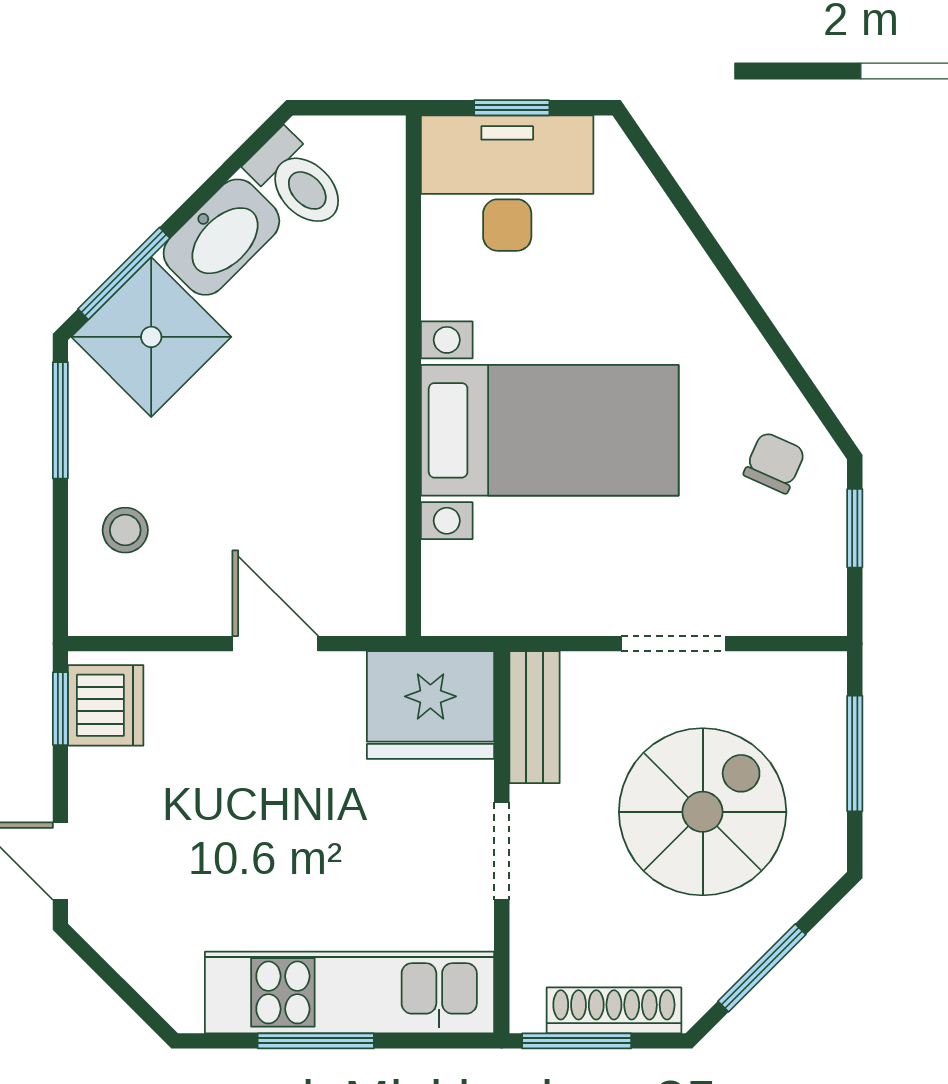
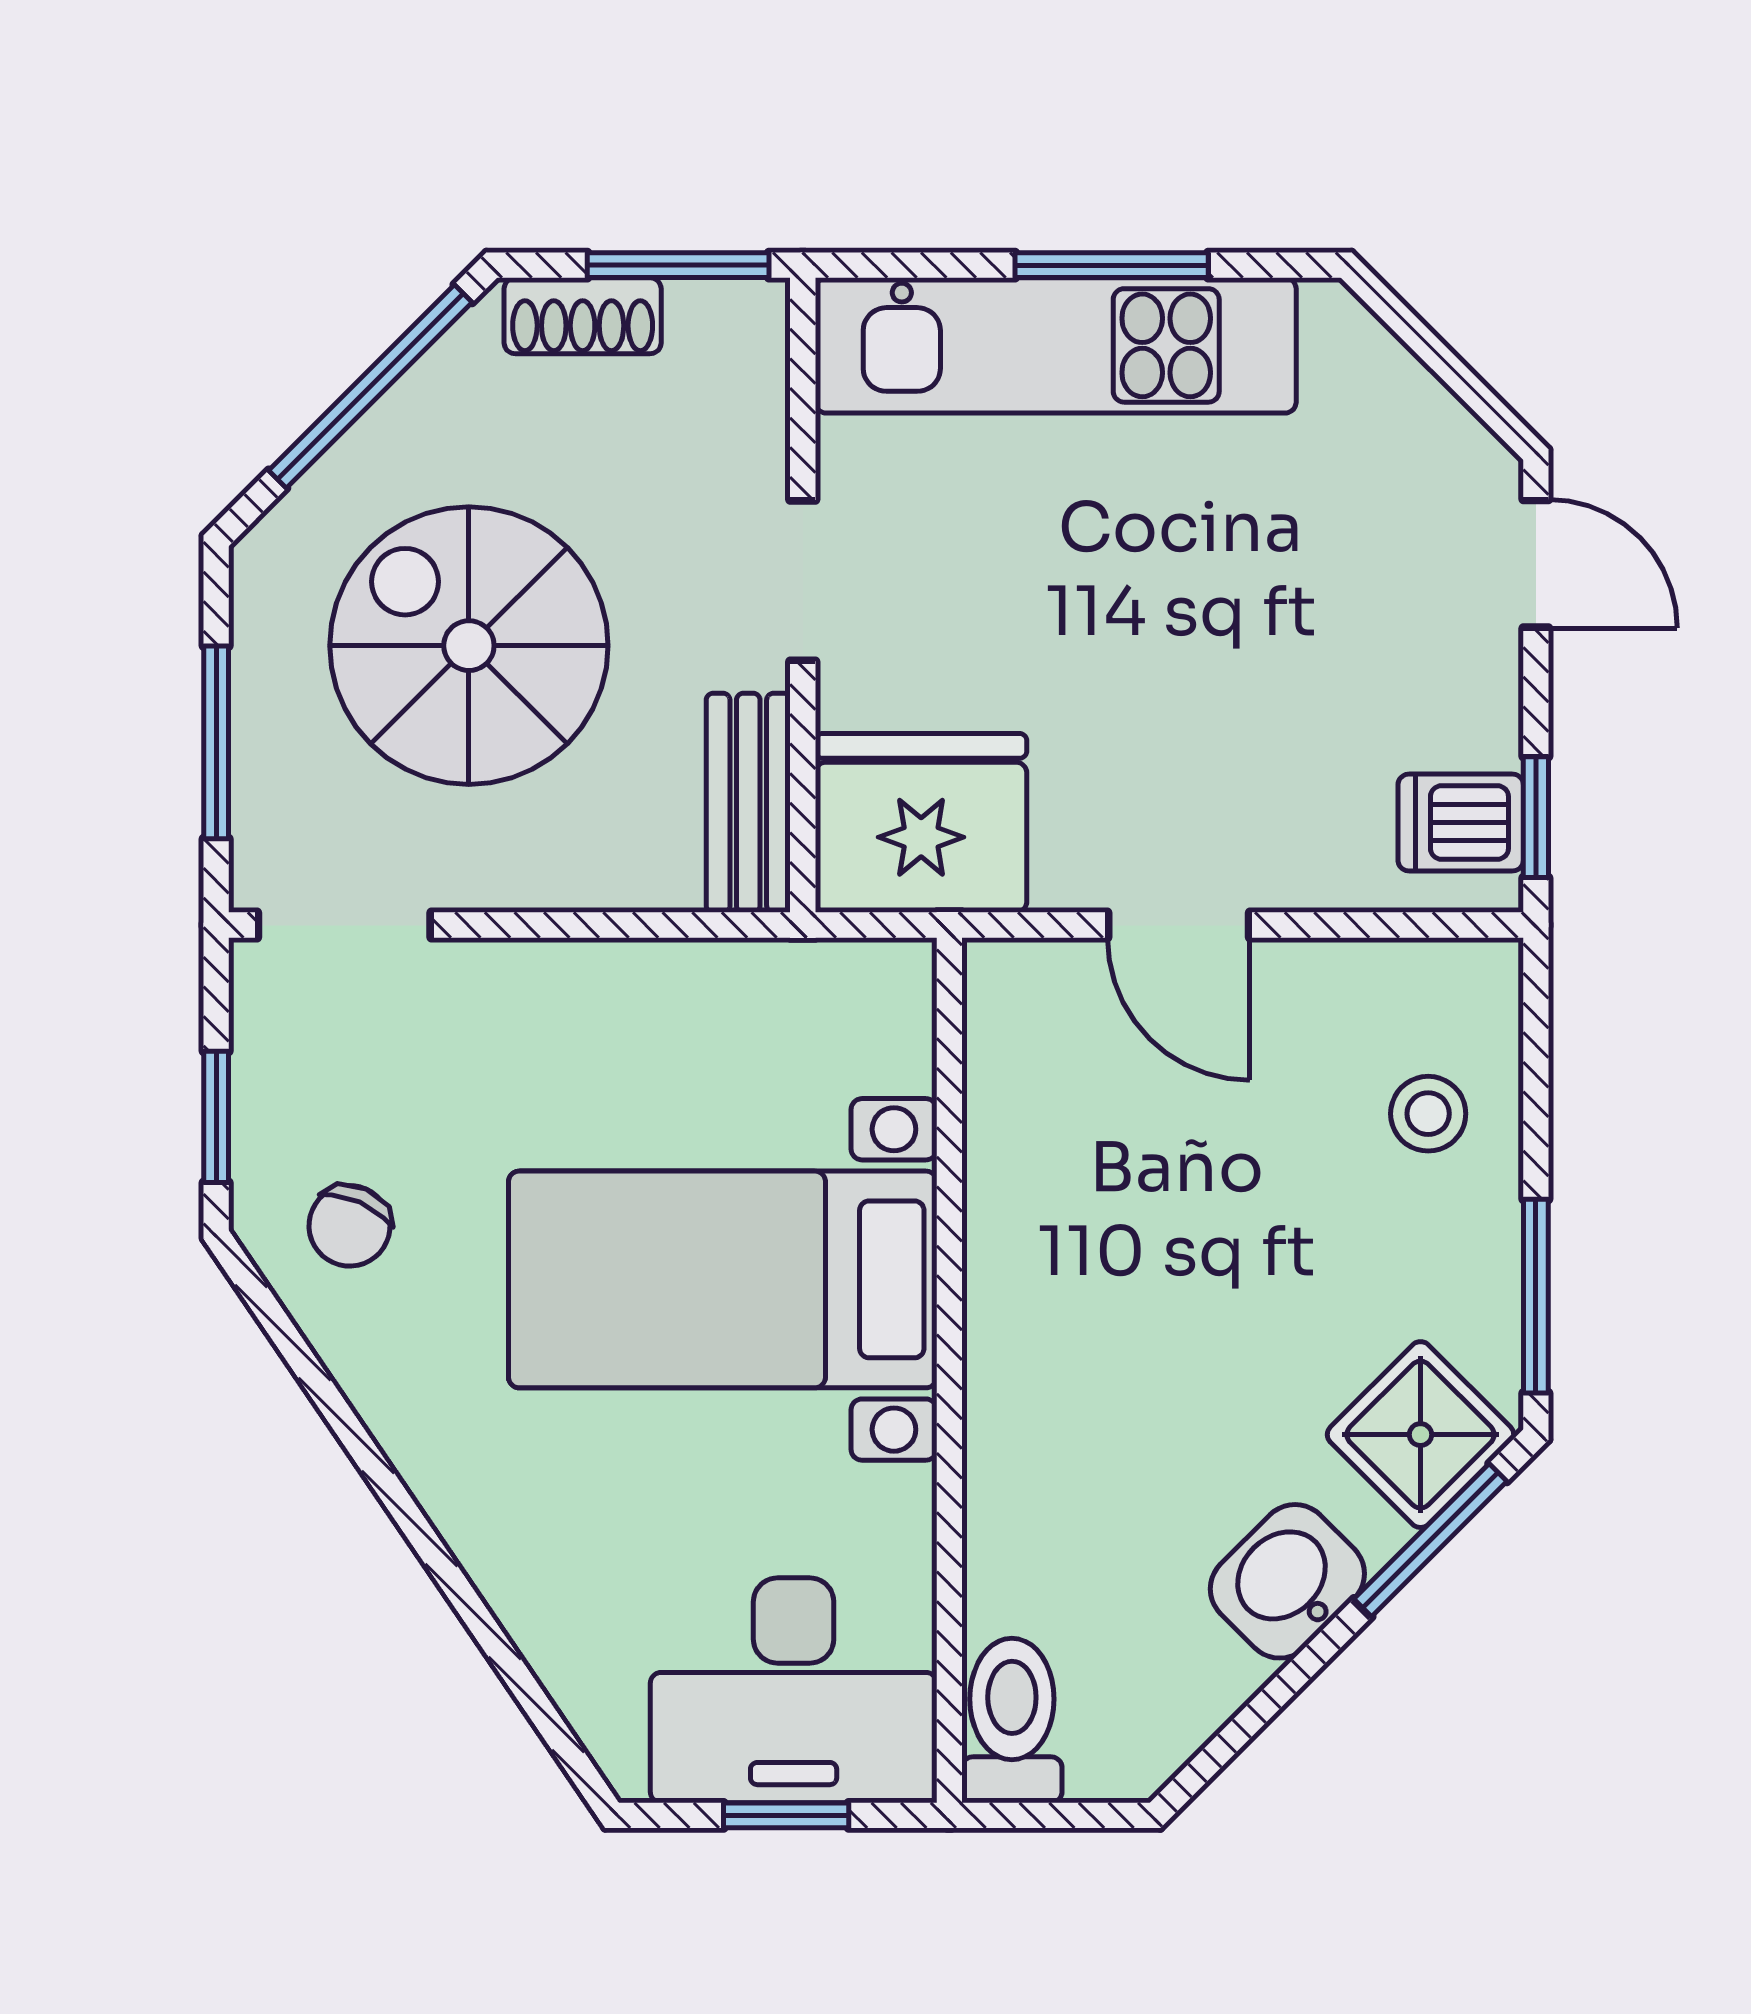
toilet: (297, 181) -> (1012, 1720), moved, turned 45
washbasin: (221, 237) -> (1287, 1581), width x0.72
shower: (151, 337) -> (1420, 1435), width x0.73, depth x0.73
doorway: (673, 644) -> (344, 925), moved
dishwasher: (106, 705) -> (1461, 823), width x0.73
spiral stairs: (703, 812) -> (469, 646), turned 90
window: (762, 968) -> (370, 386), width x1.44
shoe rack: (614, 1010) -> (583, 316), width x0.70

